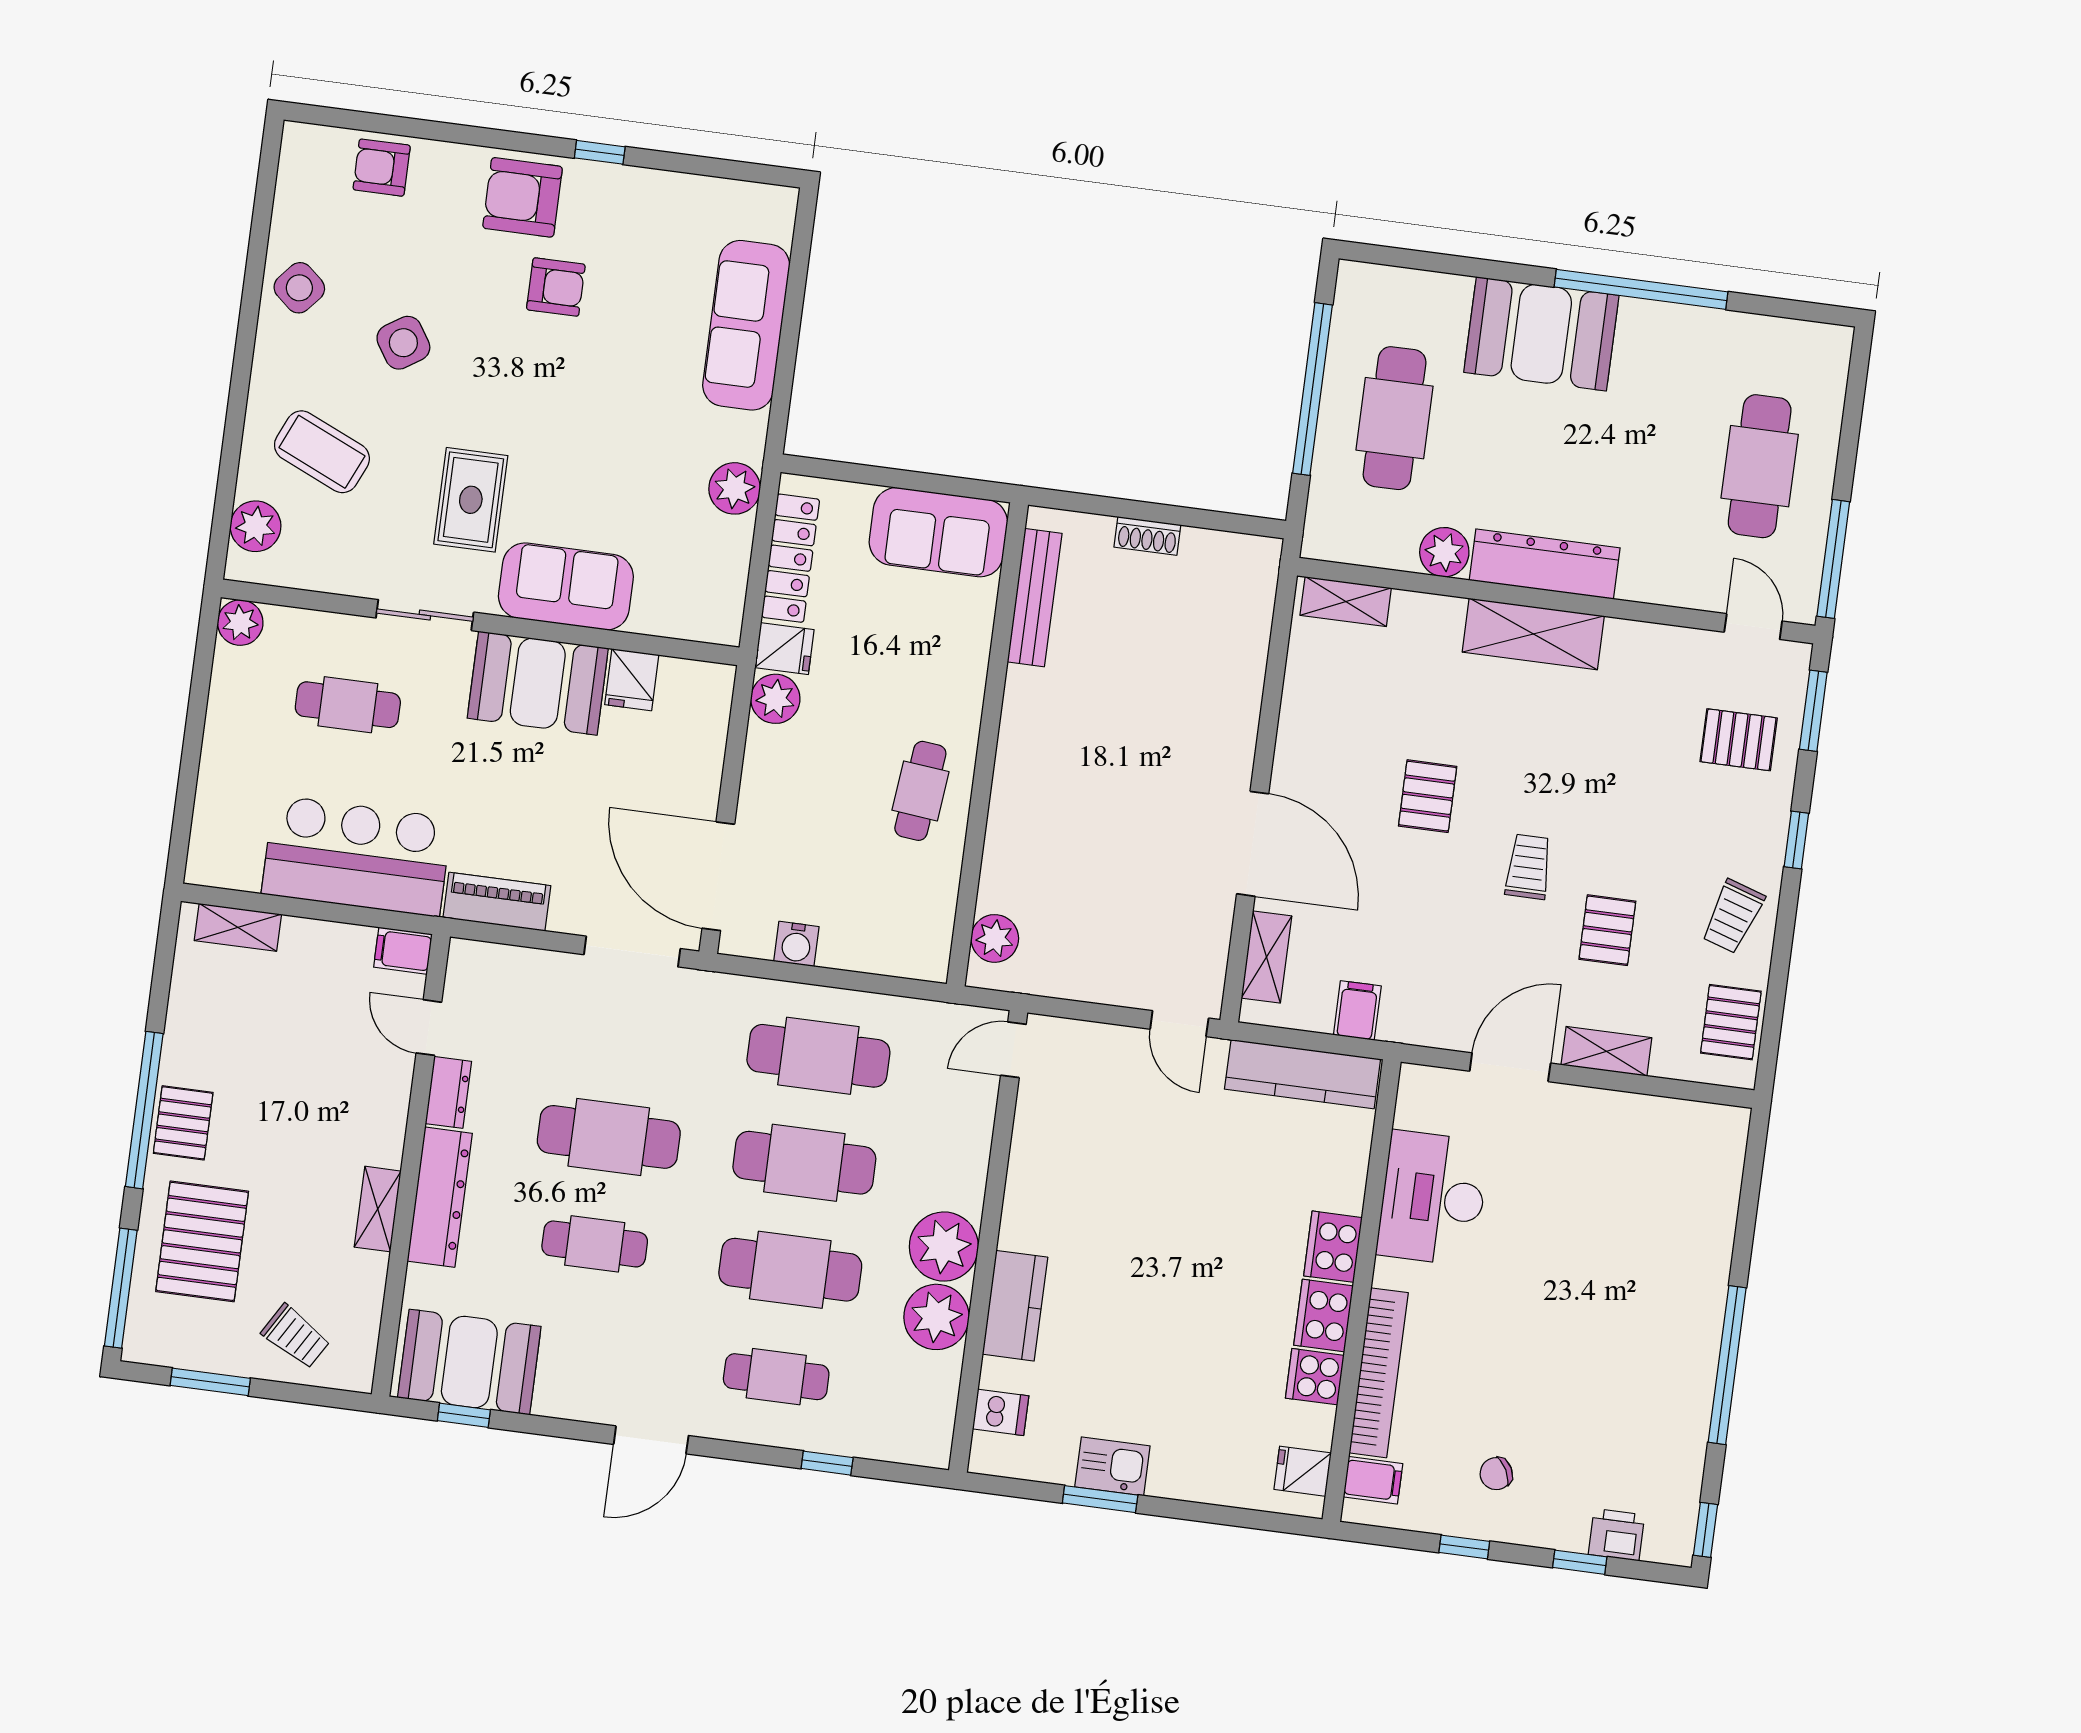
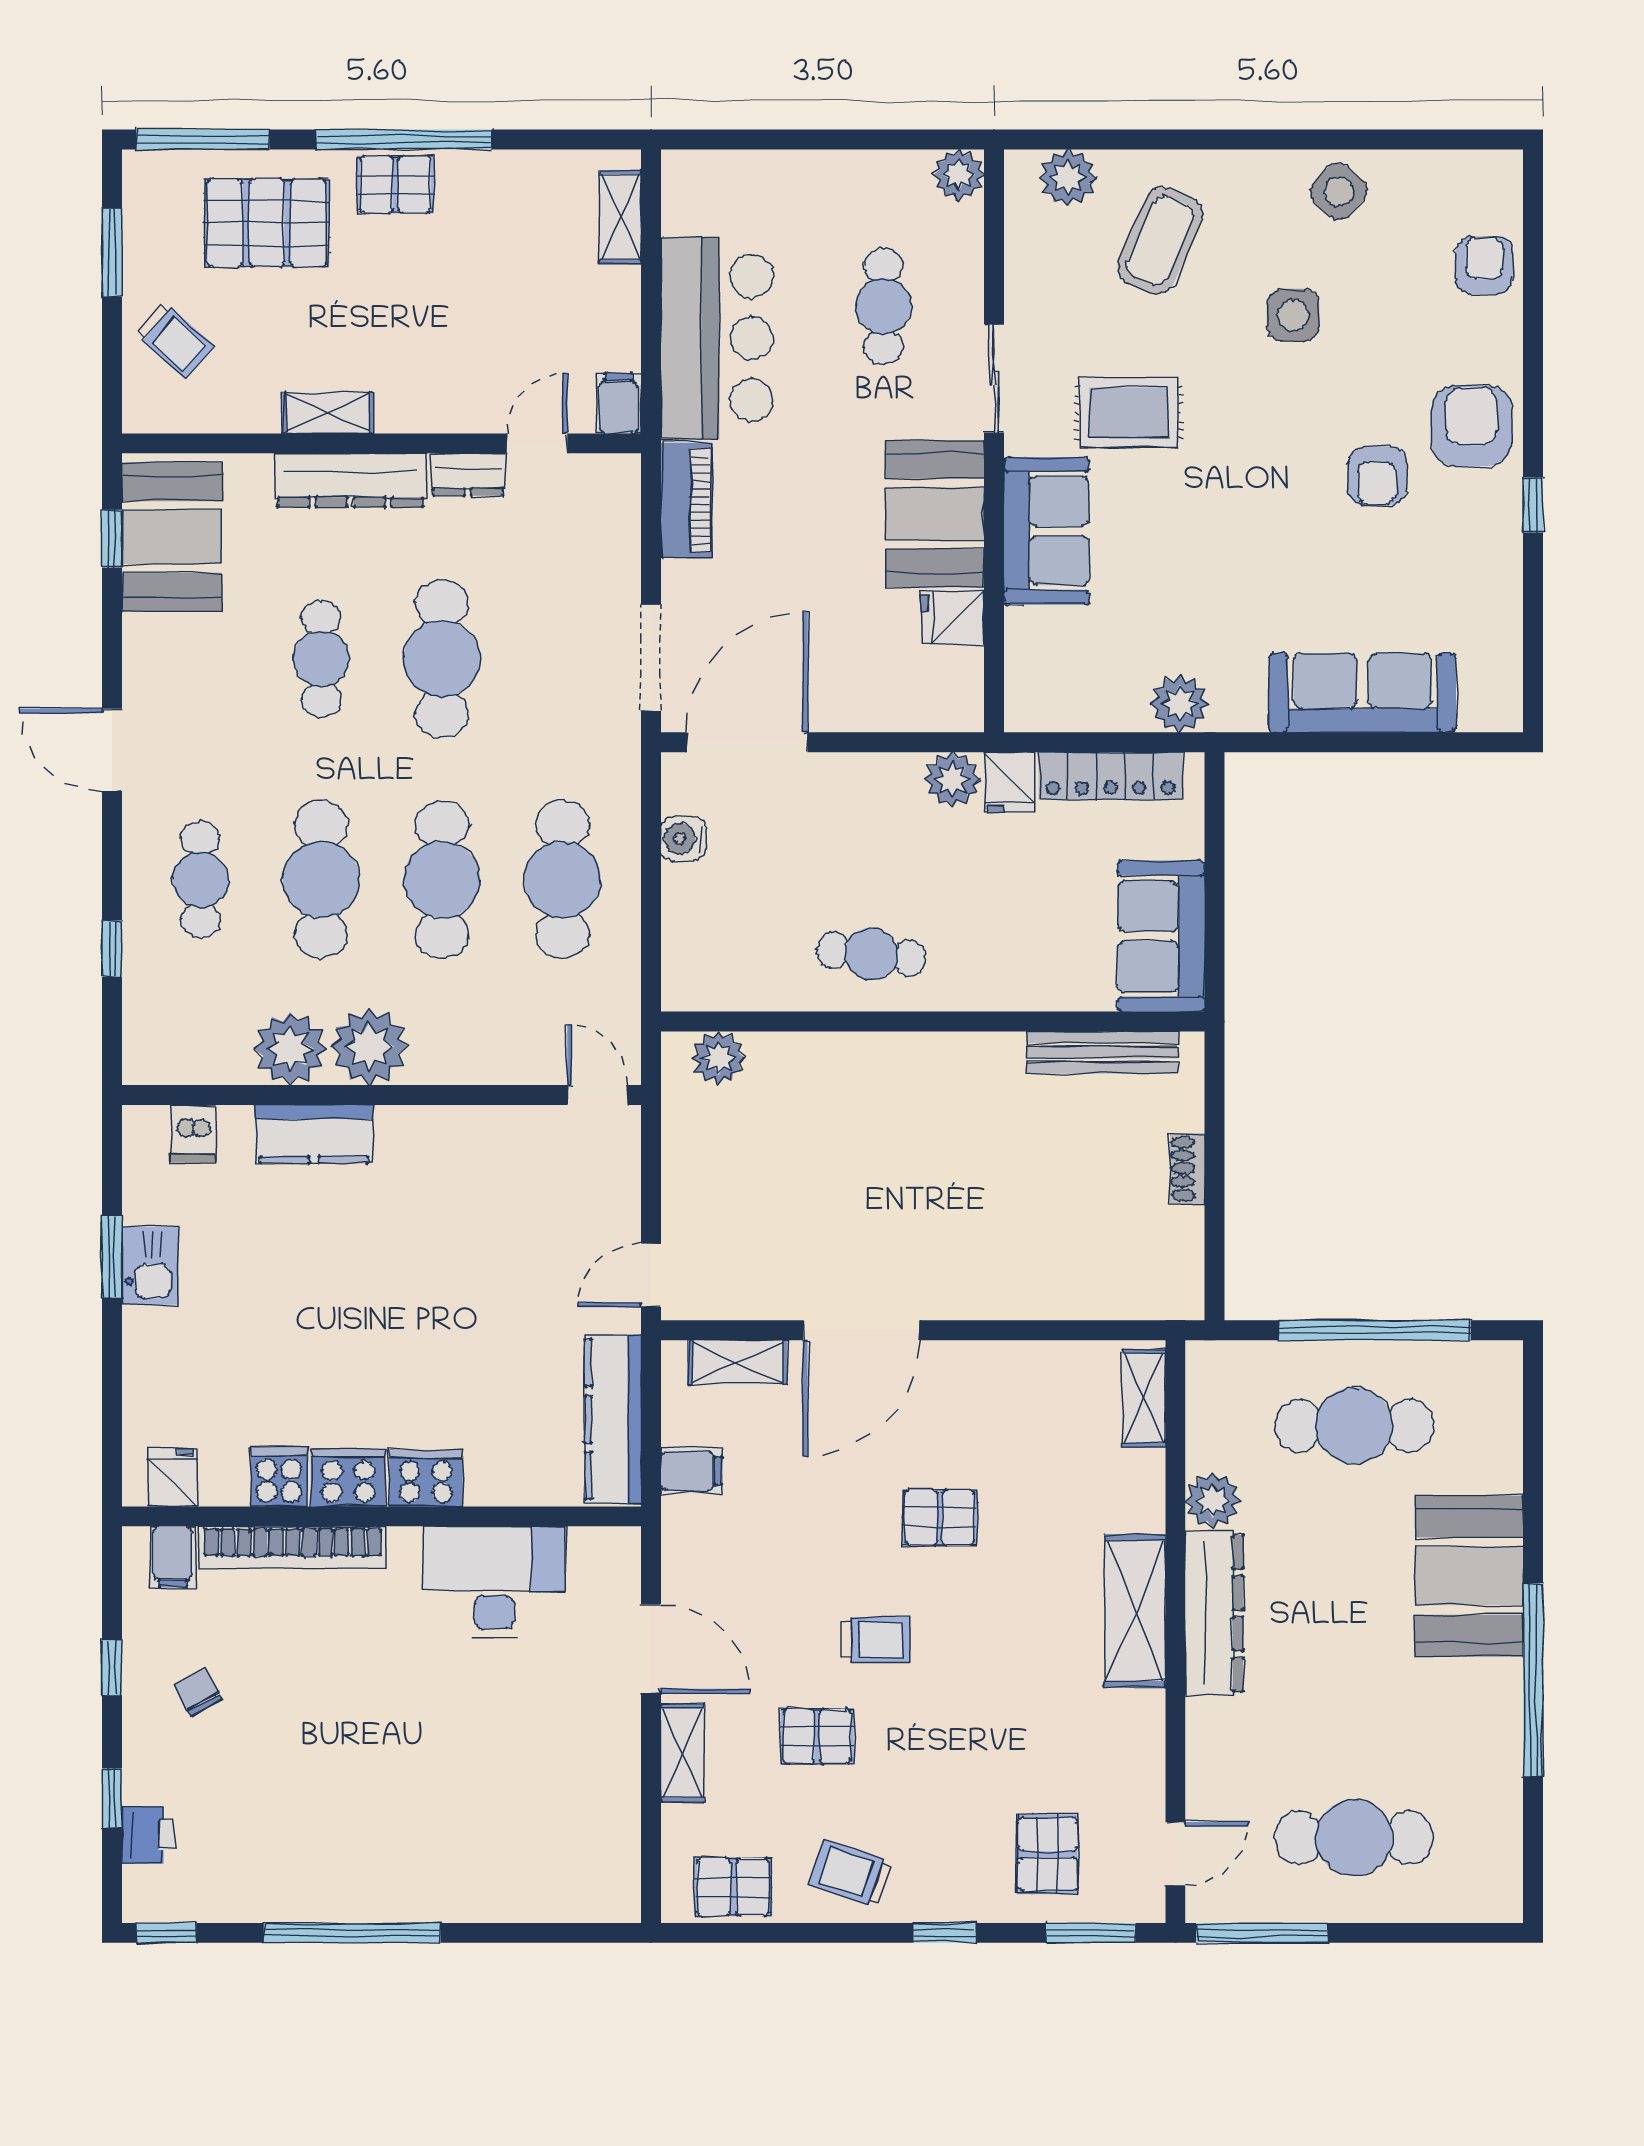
side table: (403, 343) -> (1293, 315), turned 33
trolley: (296, 1336) -> (175, 341), turned -80

